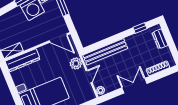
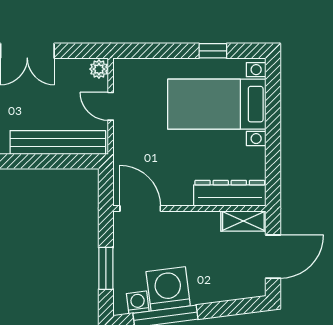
plant: (76, 63) -> (126, 143), removed
door: (89, 77) -> (111, 106), hinge flipped

